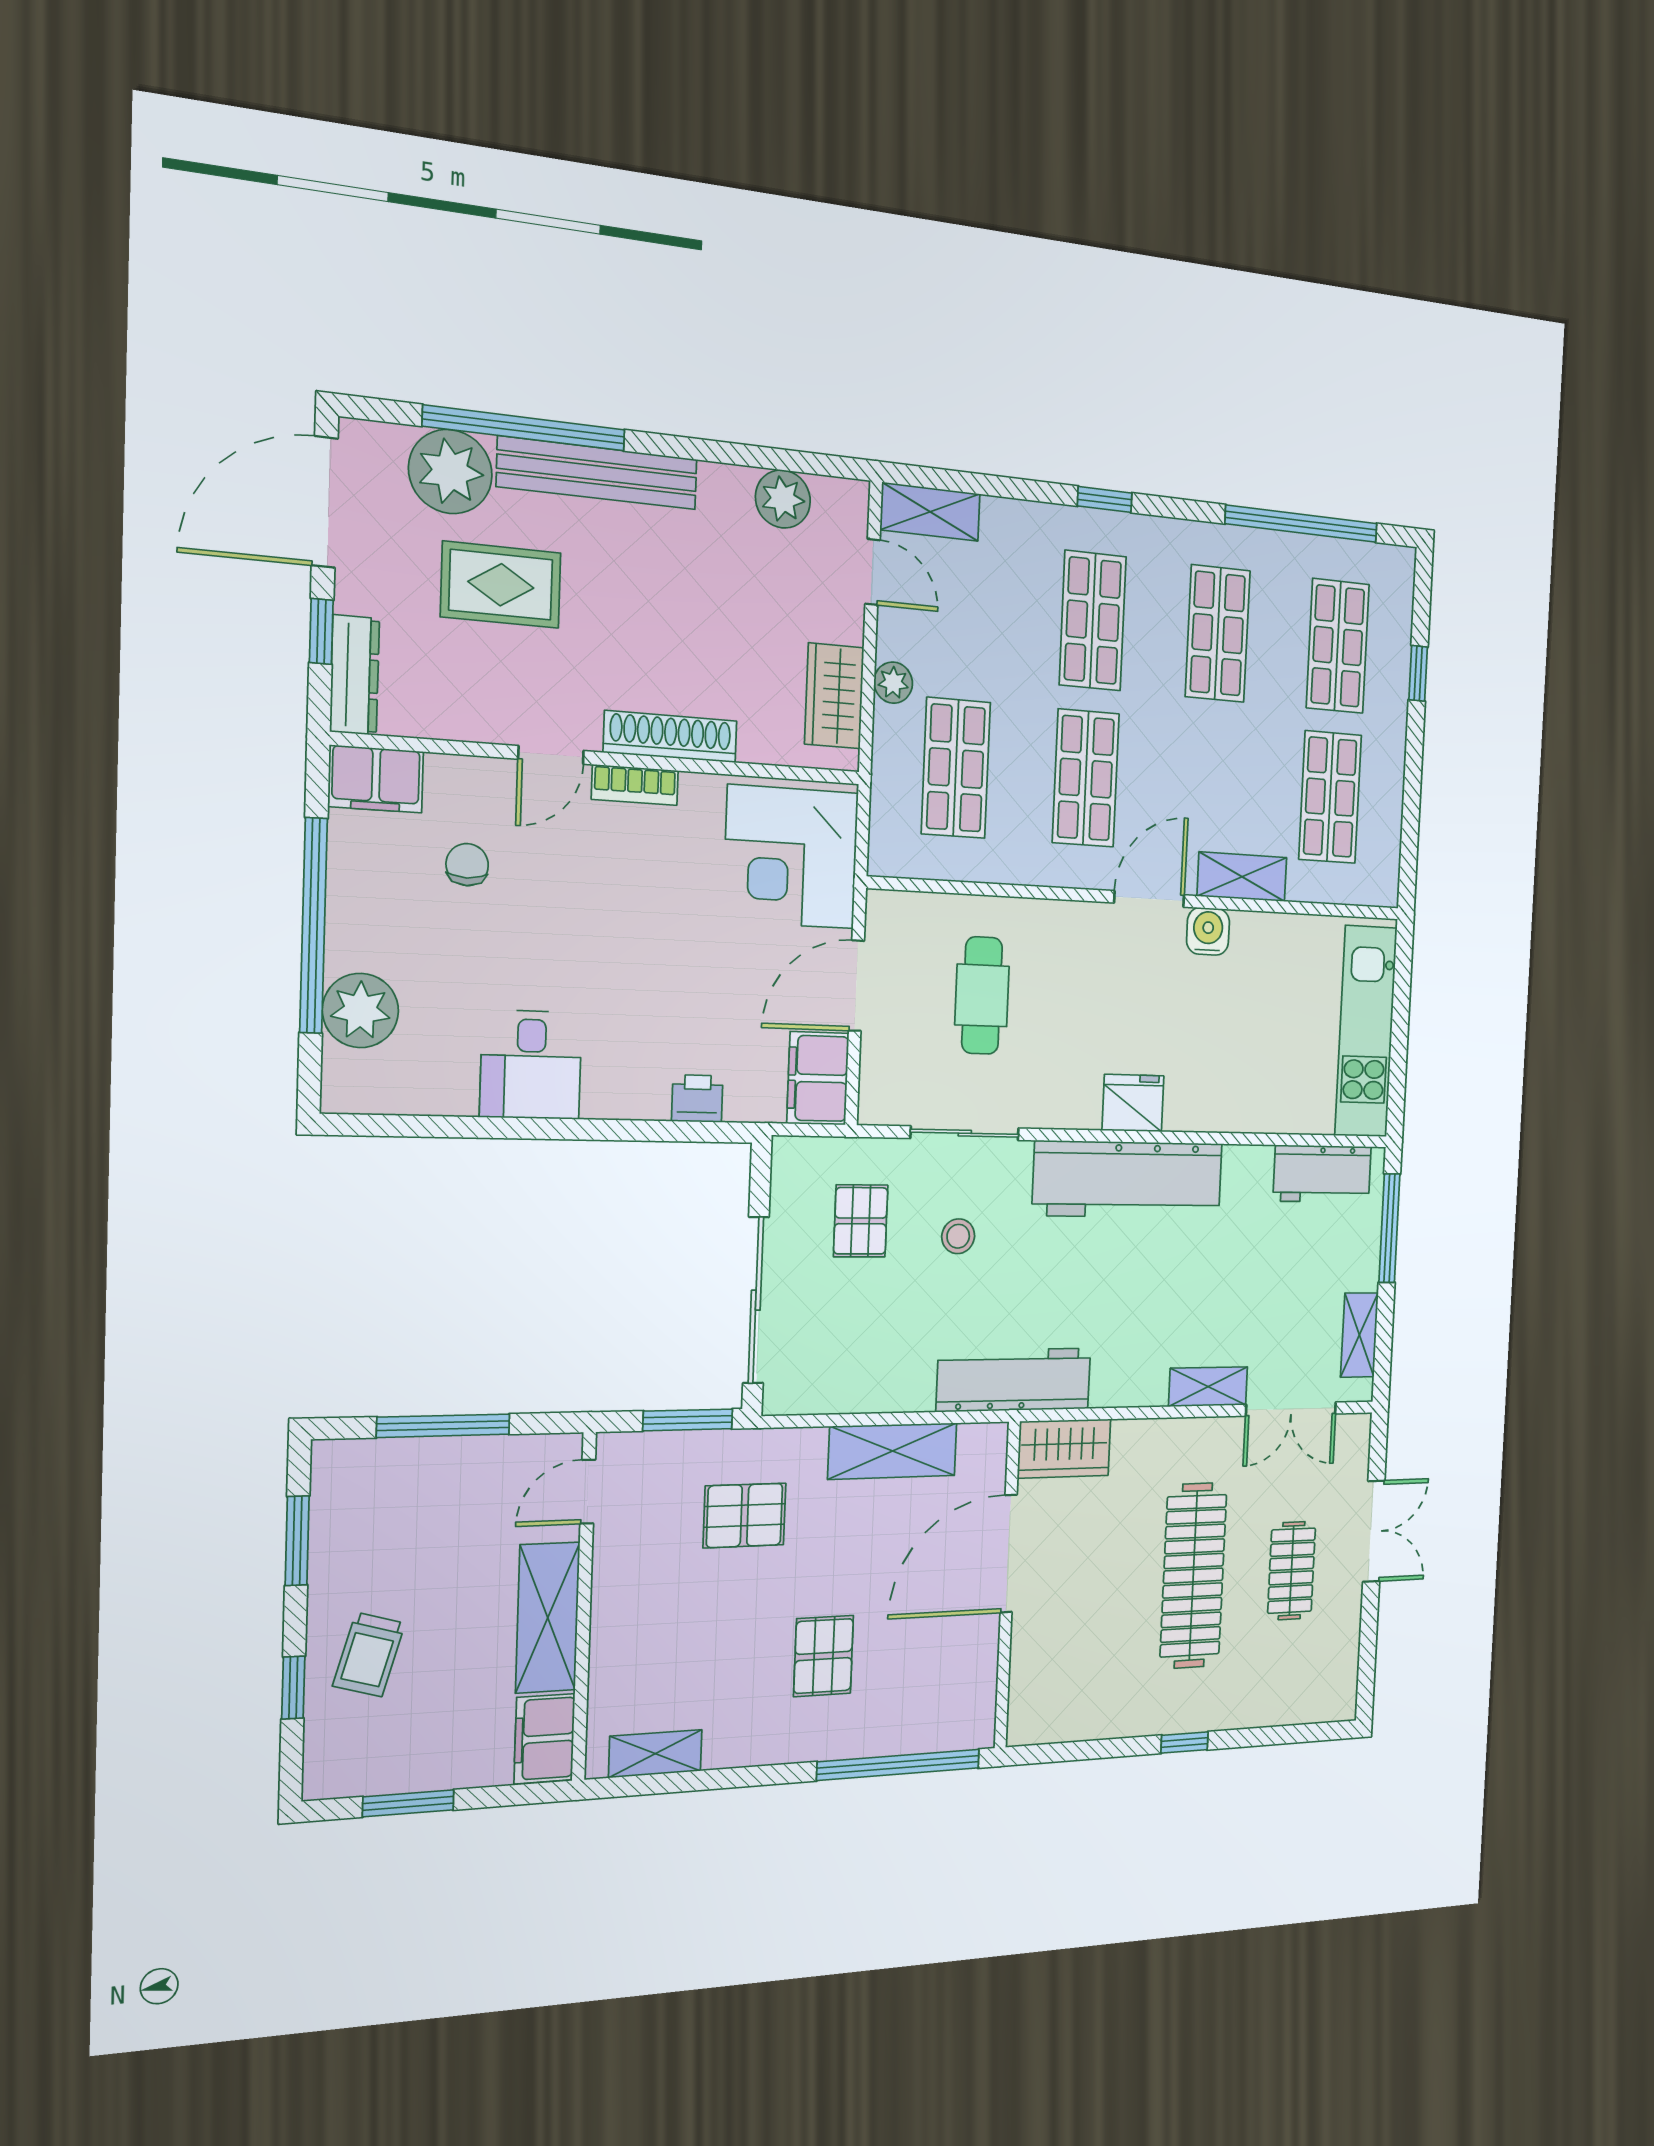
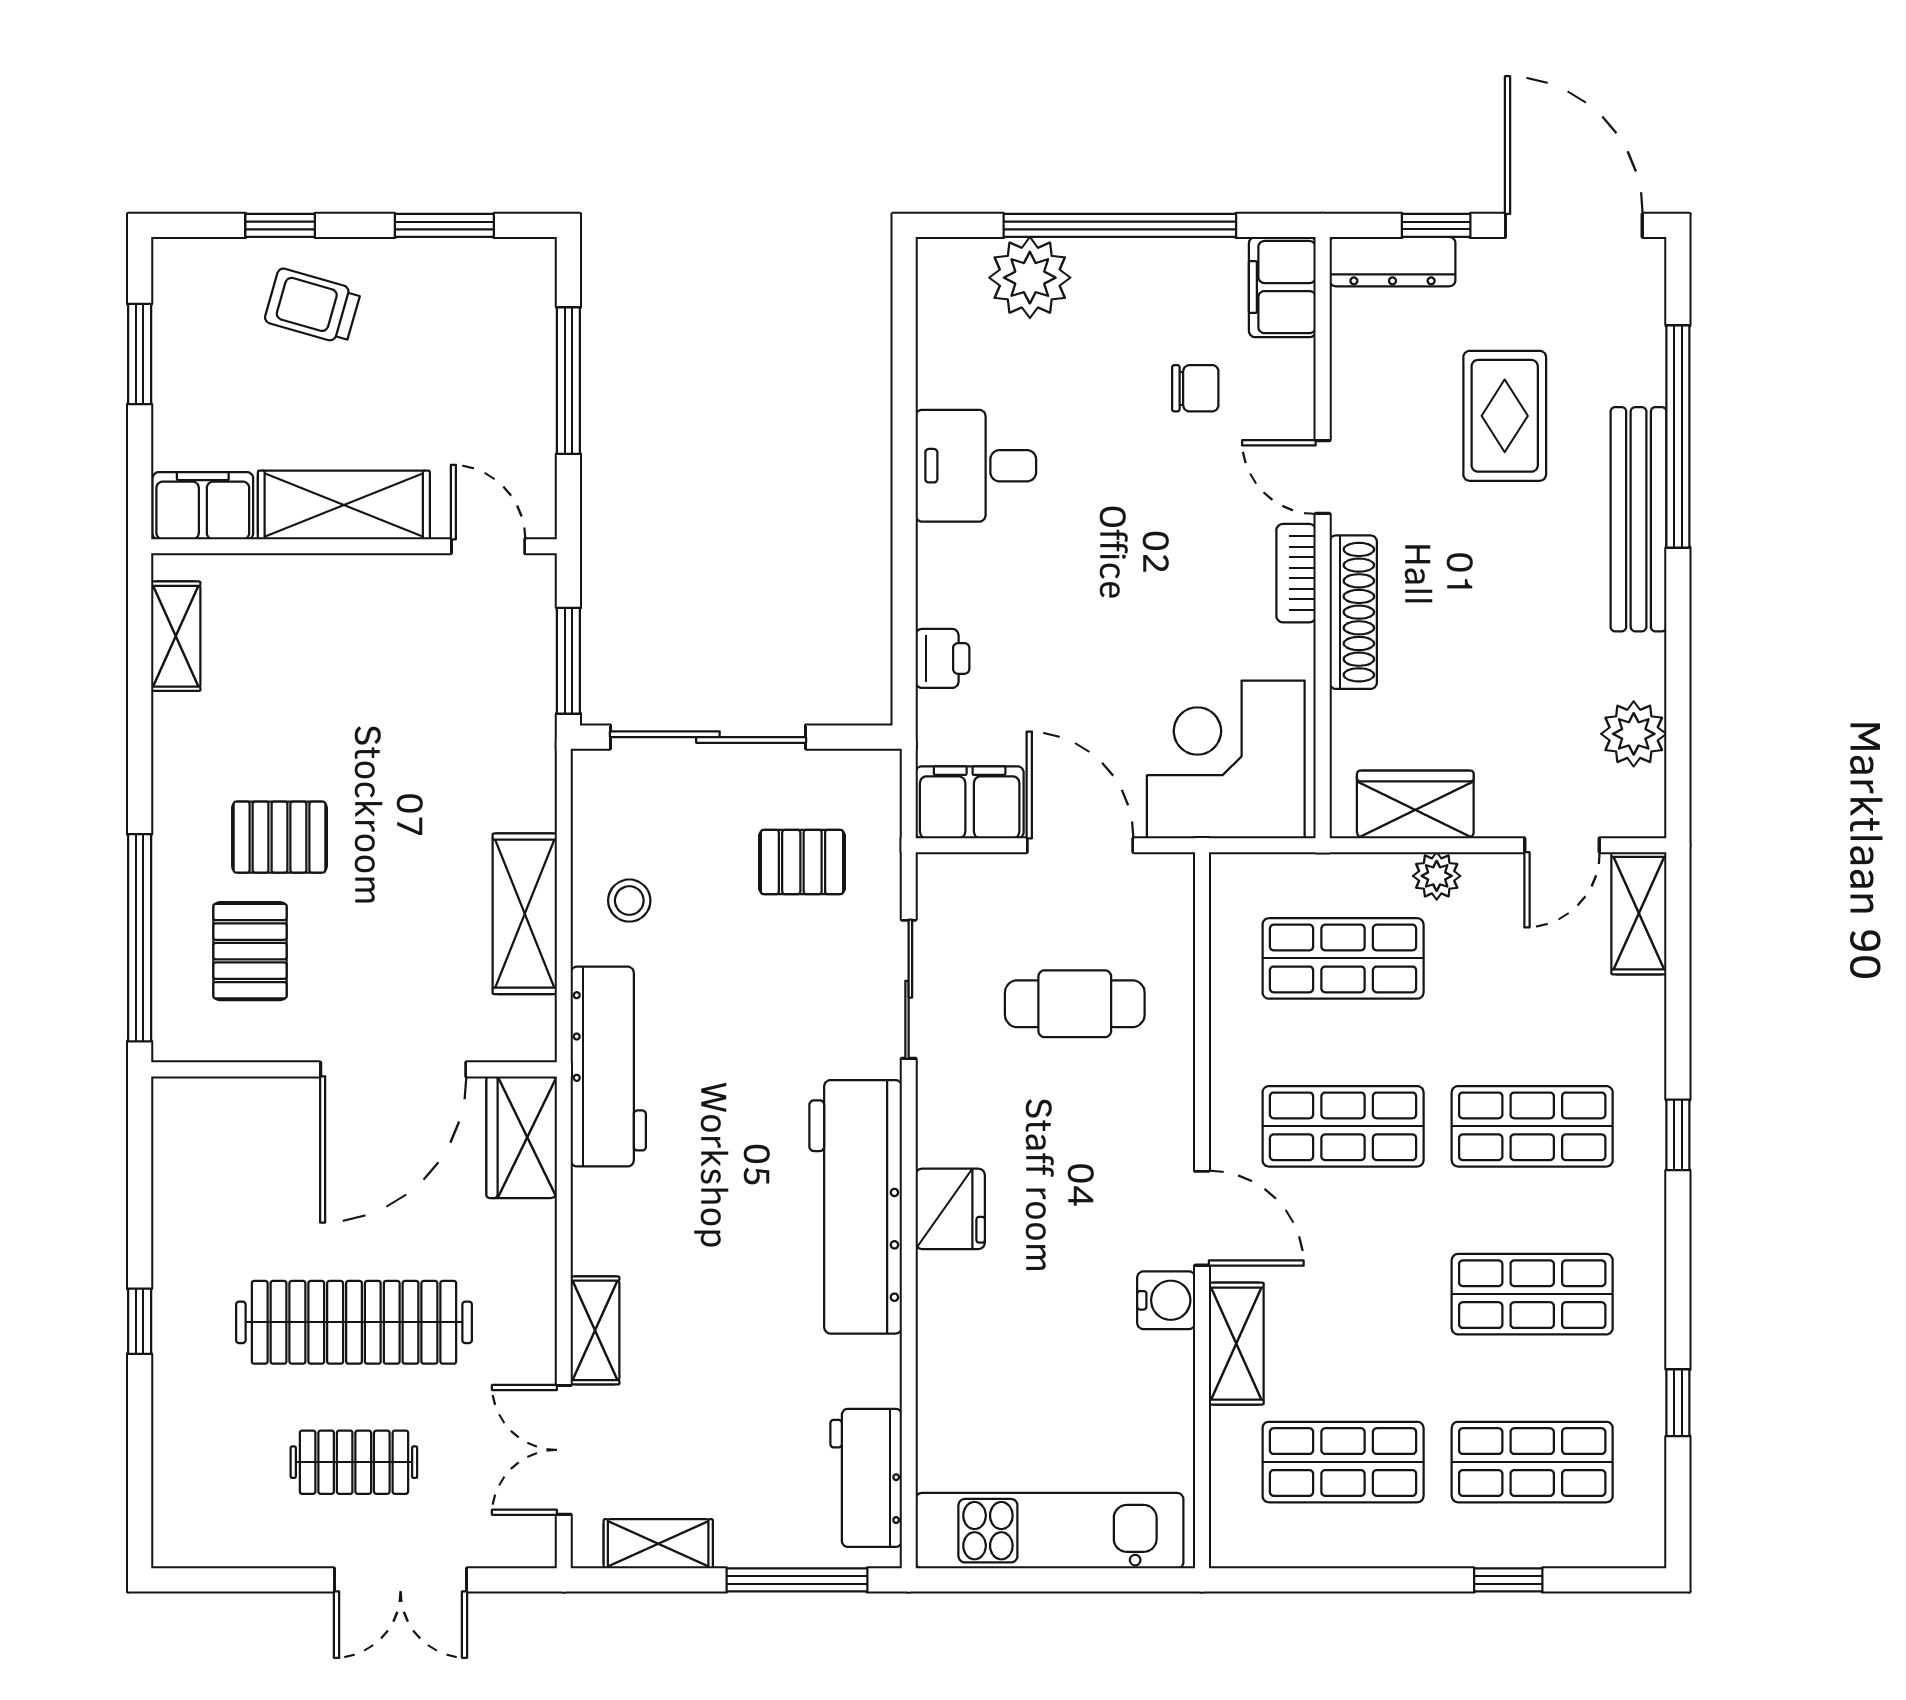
plant: (450, 472) -> (1621, 357), removed
window: (1302, 524) -> (1678, 1403), width x0.32
stool: (958, 1236) -> (629, 901), moved
pallet: (745, 1515) -> (250, 951), moved
door: (1009, 1554) -> (393, 1069), swing flipped

